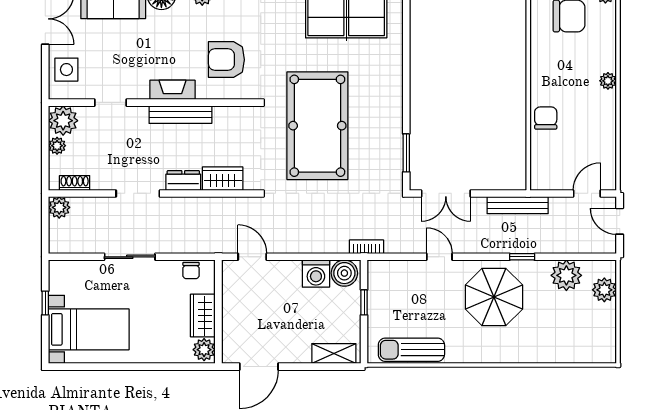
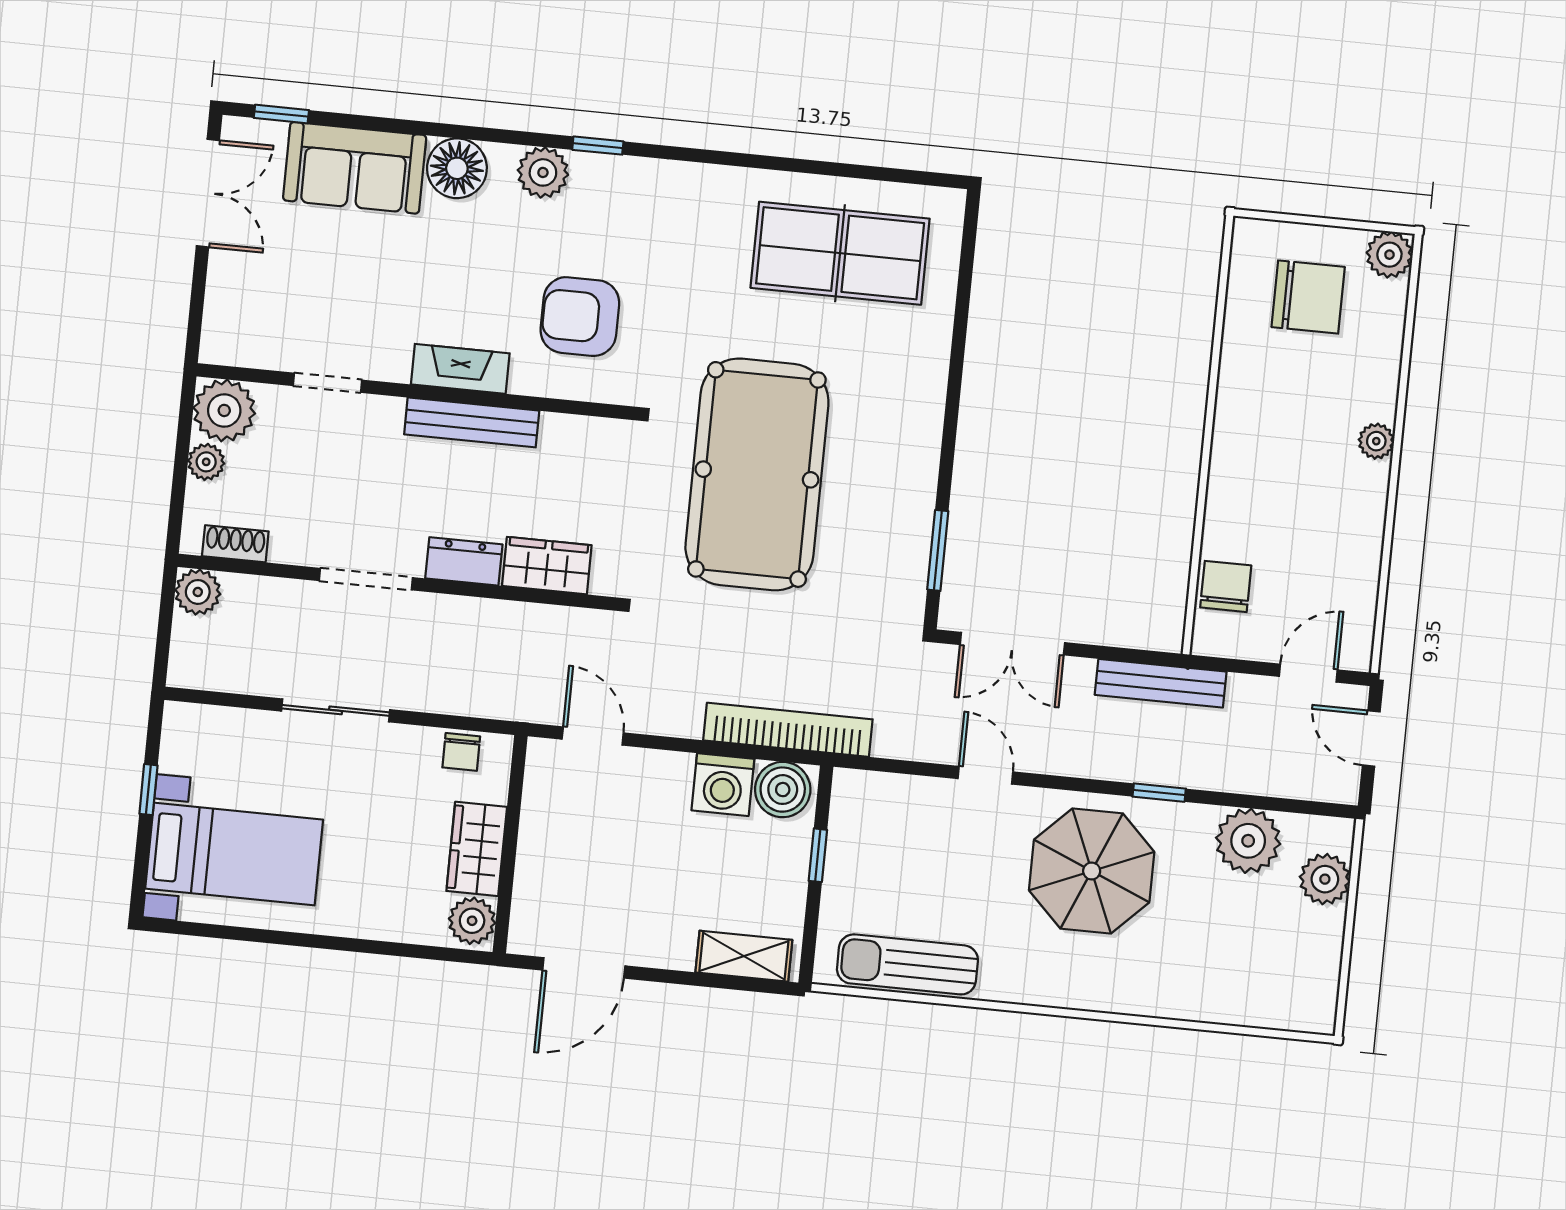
side table: (66, 70) -> (242, 304), removed
chair: (546, 118) -> (1226, 586), moved
bookcase: (366, 247) -> (788, 730), width x2.31, depth x1.31

